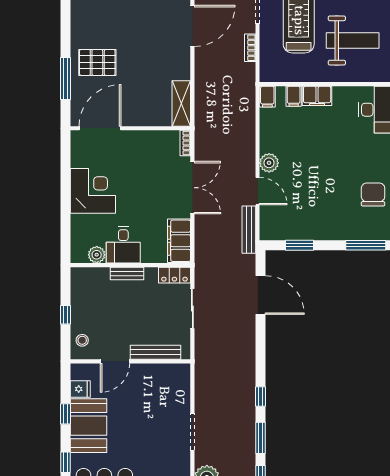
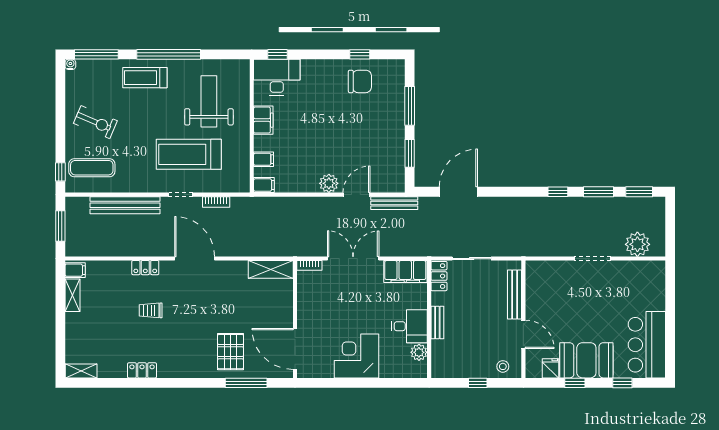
filing cabinet: (317, 96) -> (263, 120), moved
chair: (373, 194) -> (360, 81), turned 180
window: (366, 245) -> (410, 106), moved

